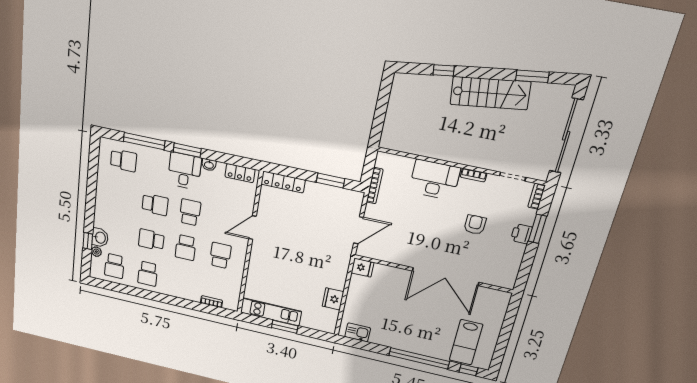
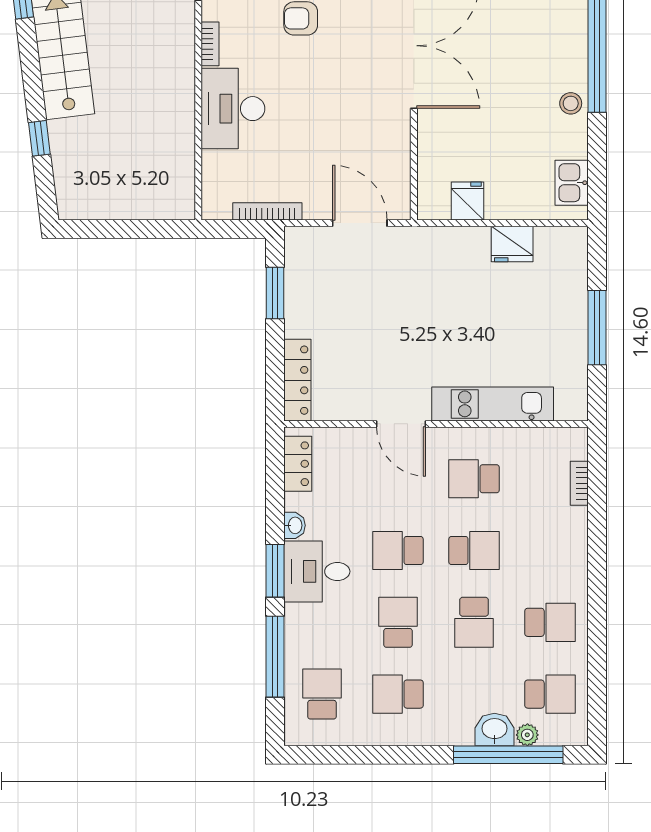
school desk: (120, 197) -> (398, 694), added
window: (88, 241) -> (508, 755), width x3.17
fridge: (362, 268) -> (468, 201), moved
kitchen unit: (271, 312) -> (493, 404), moved, turned 90
window: (285, 327) -> (597, 328), width x1.44
stool: (397, 341) -> (571, 103), added

